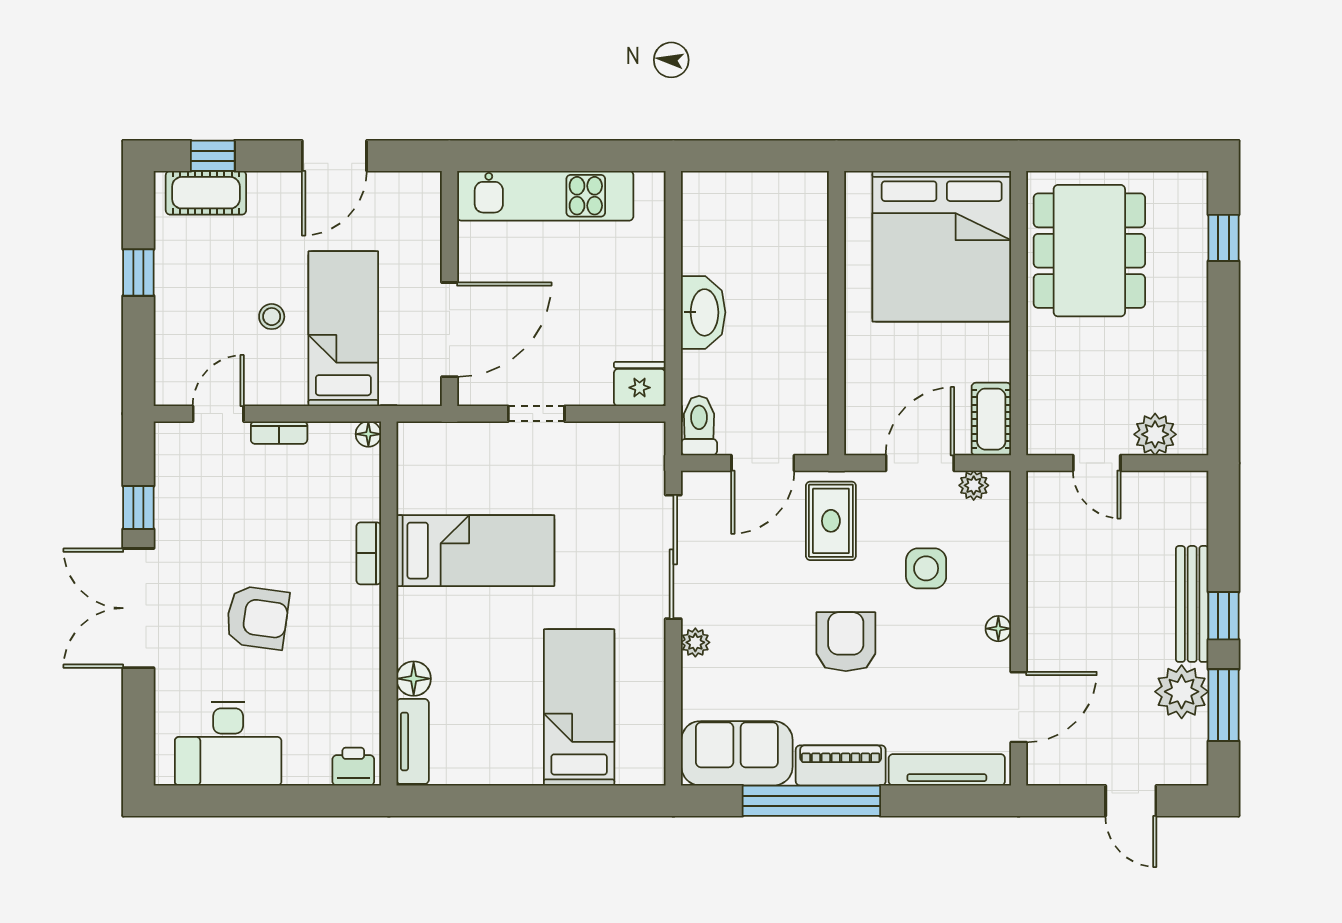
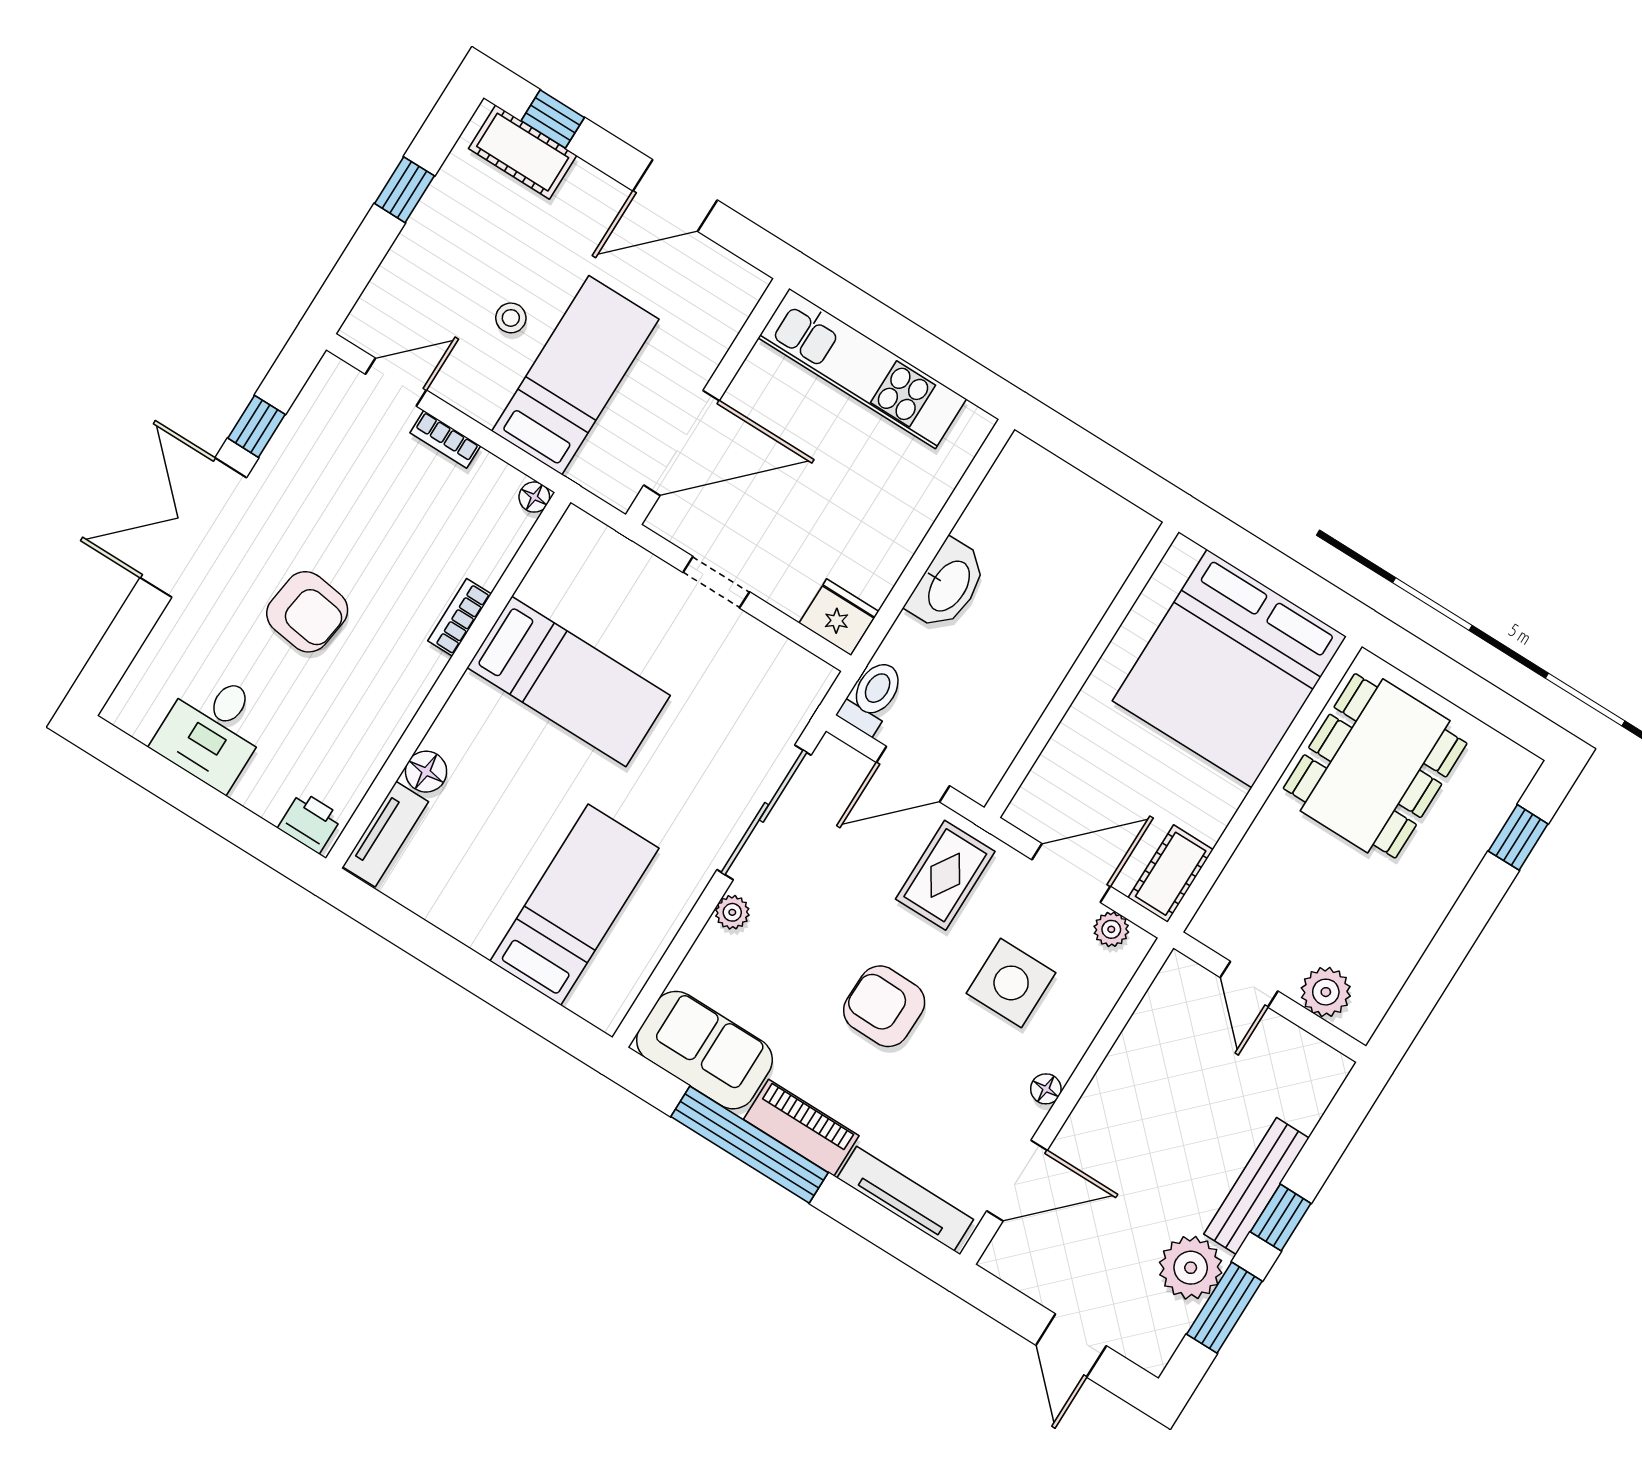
side table: (926, 568) -> (1011, 983), width x1.37, depth x1.37
armchair: (846, 642) -> (884, 1006), turned -89
desk: (228, 744) -> (213, 729), width x0.73

